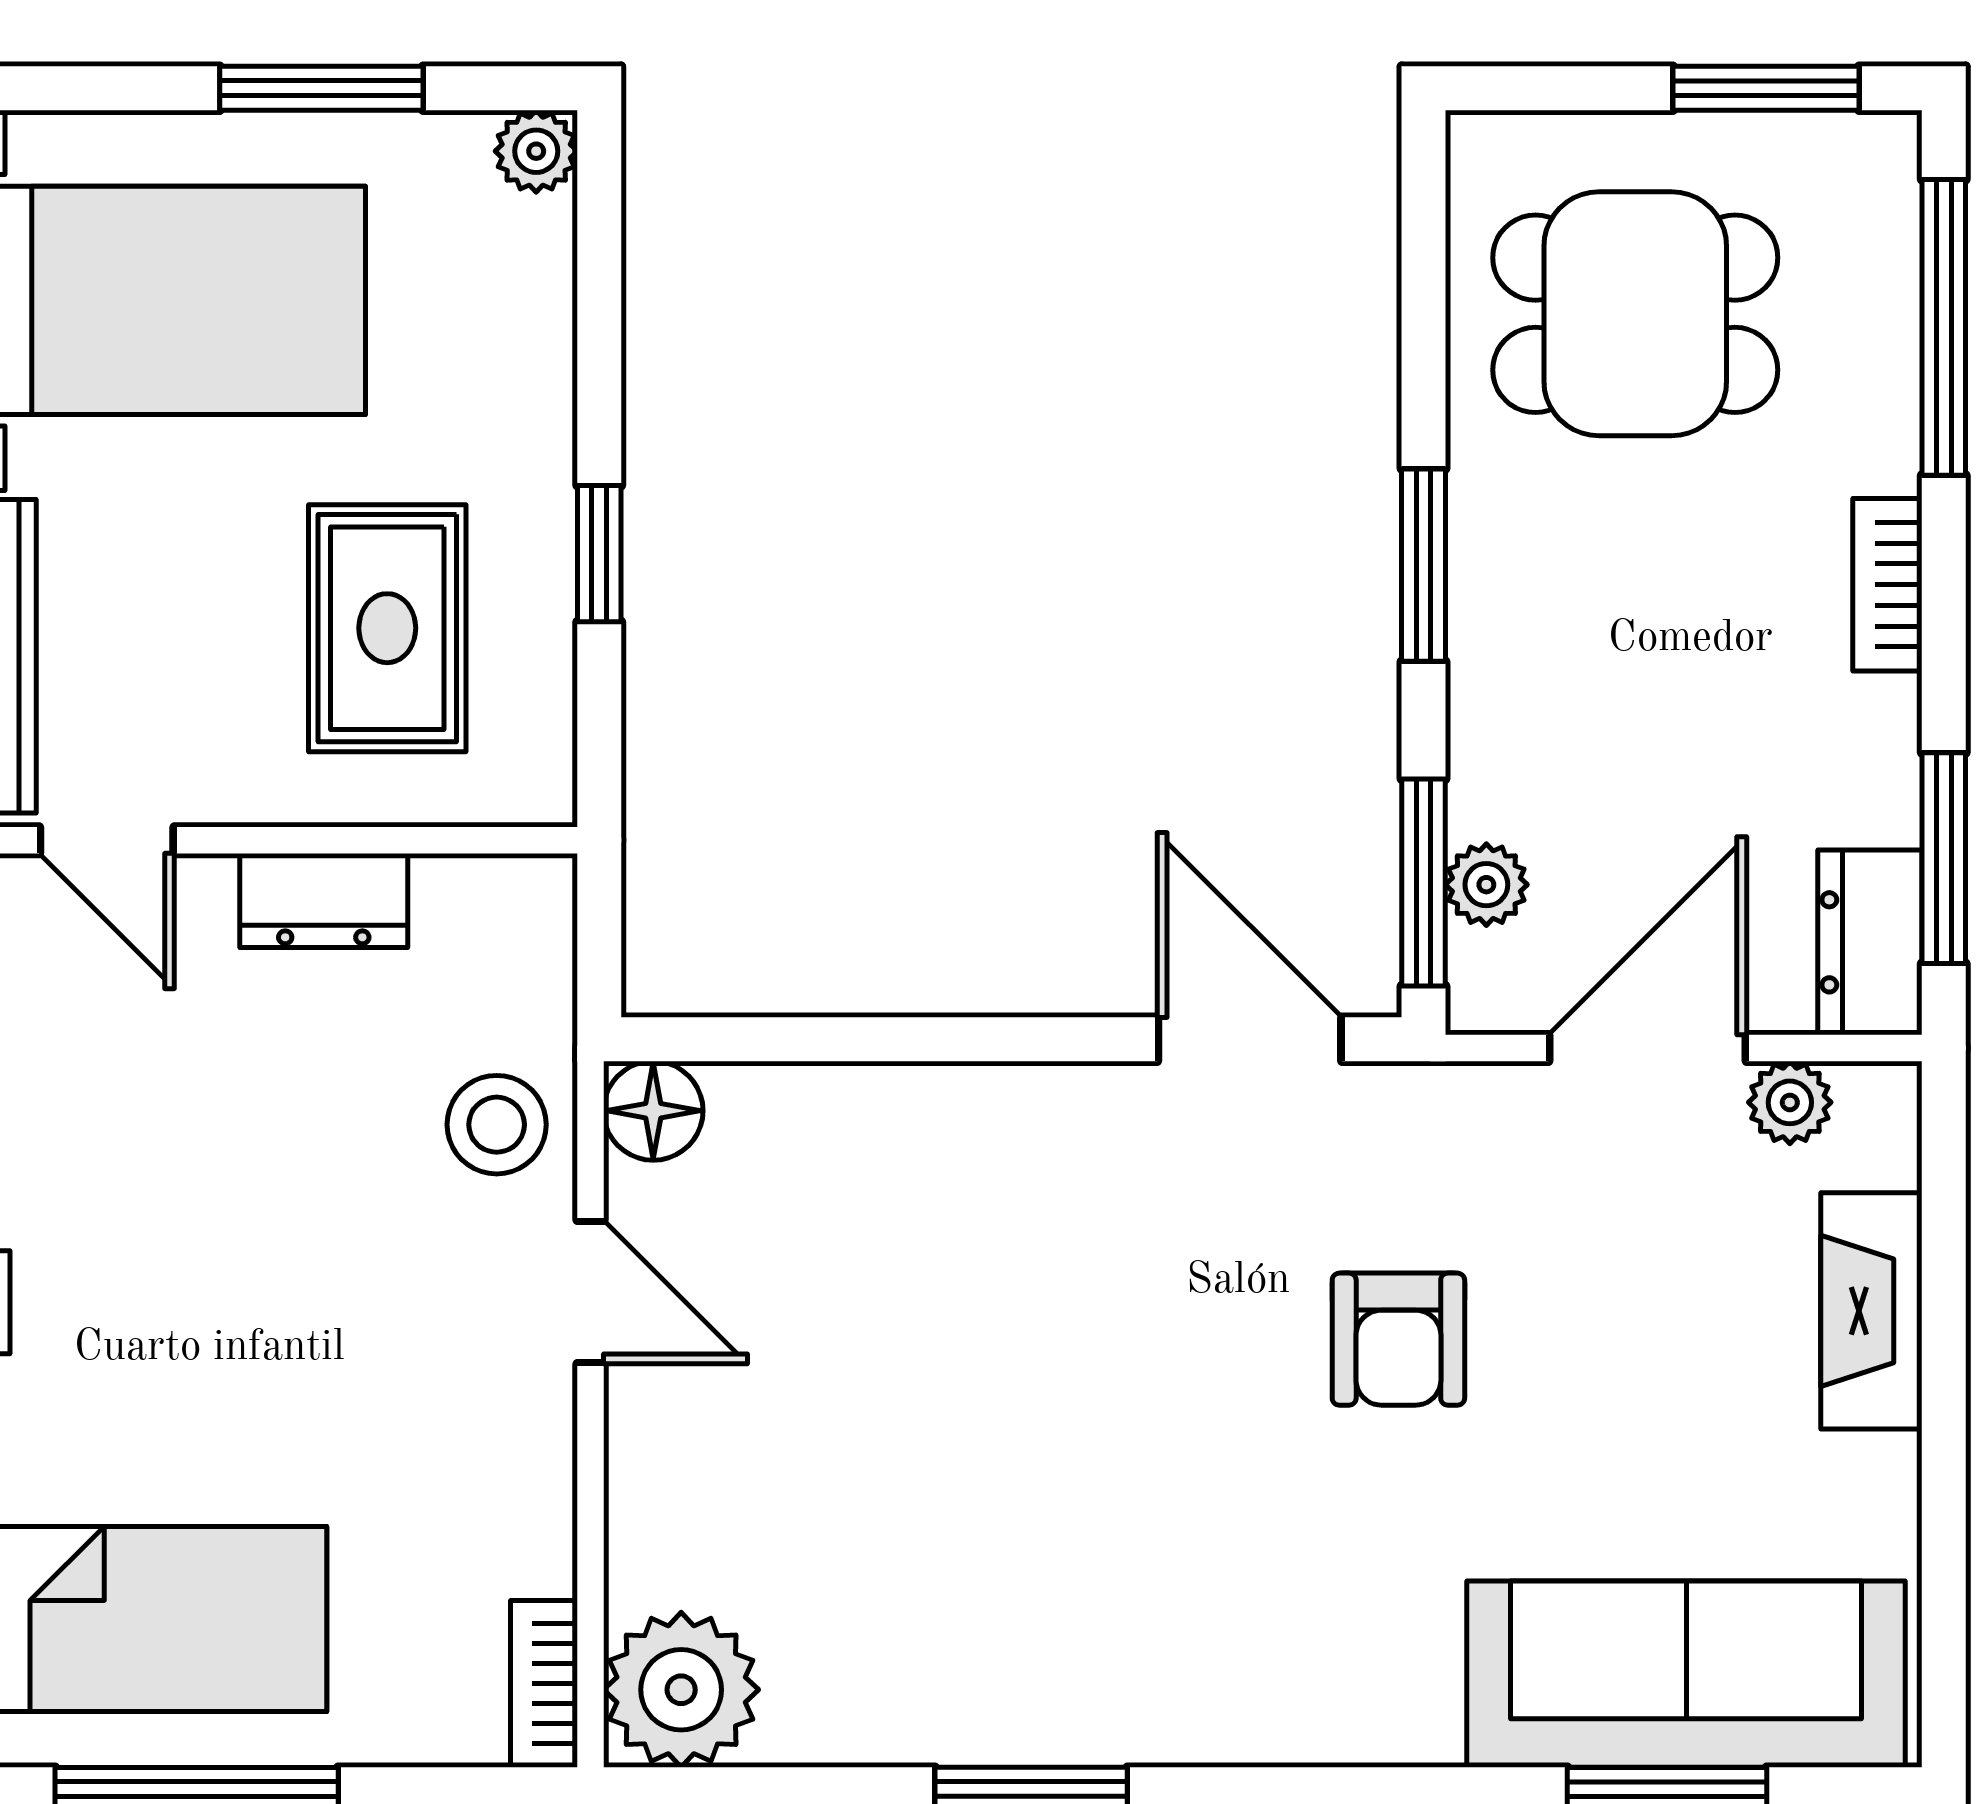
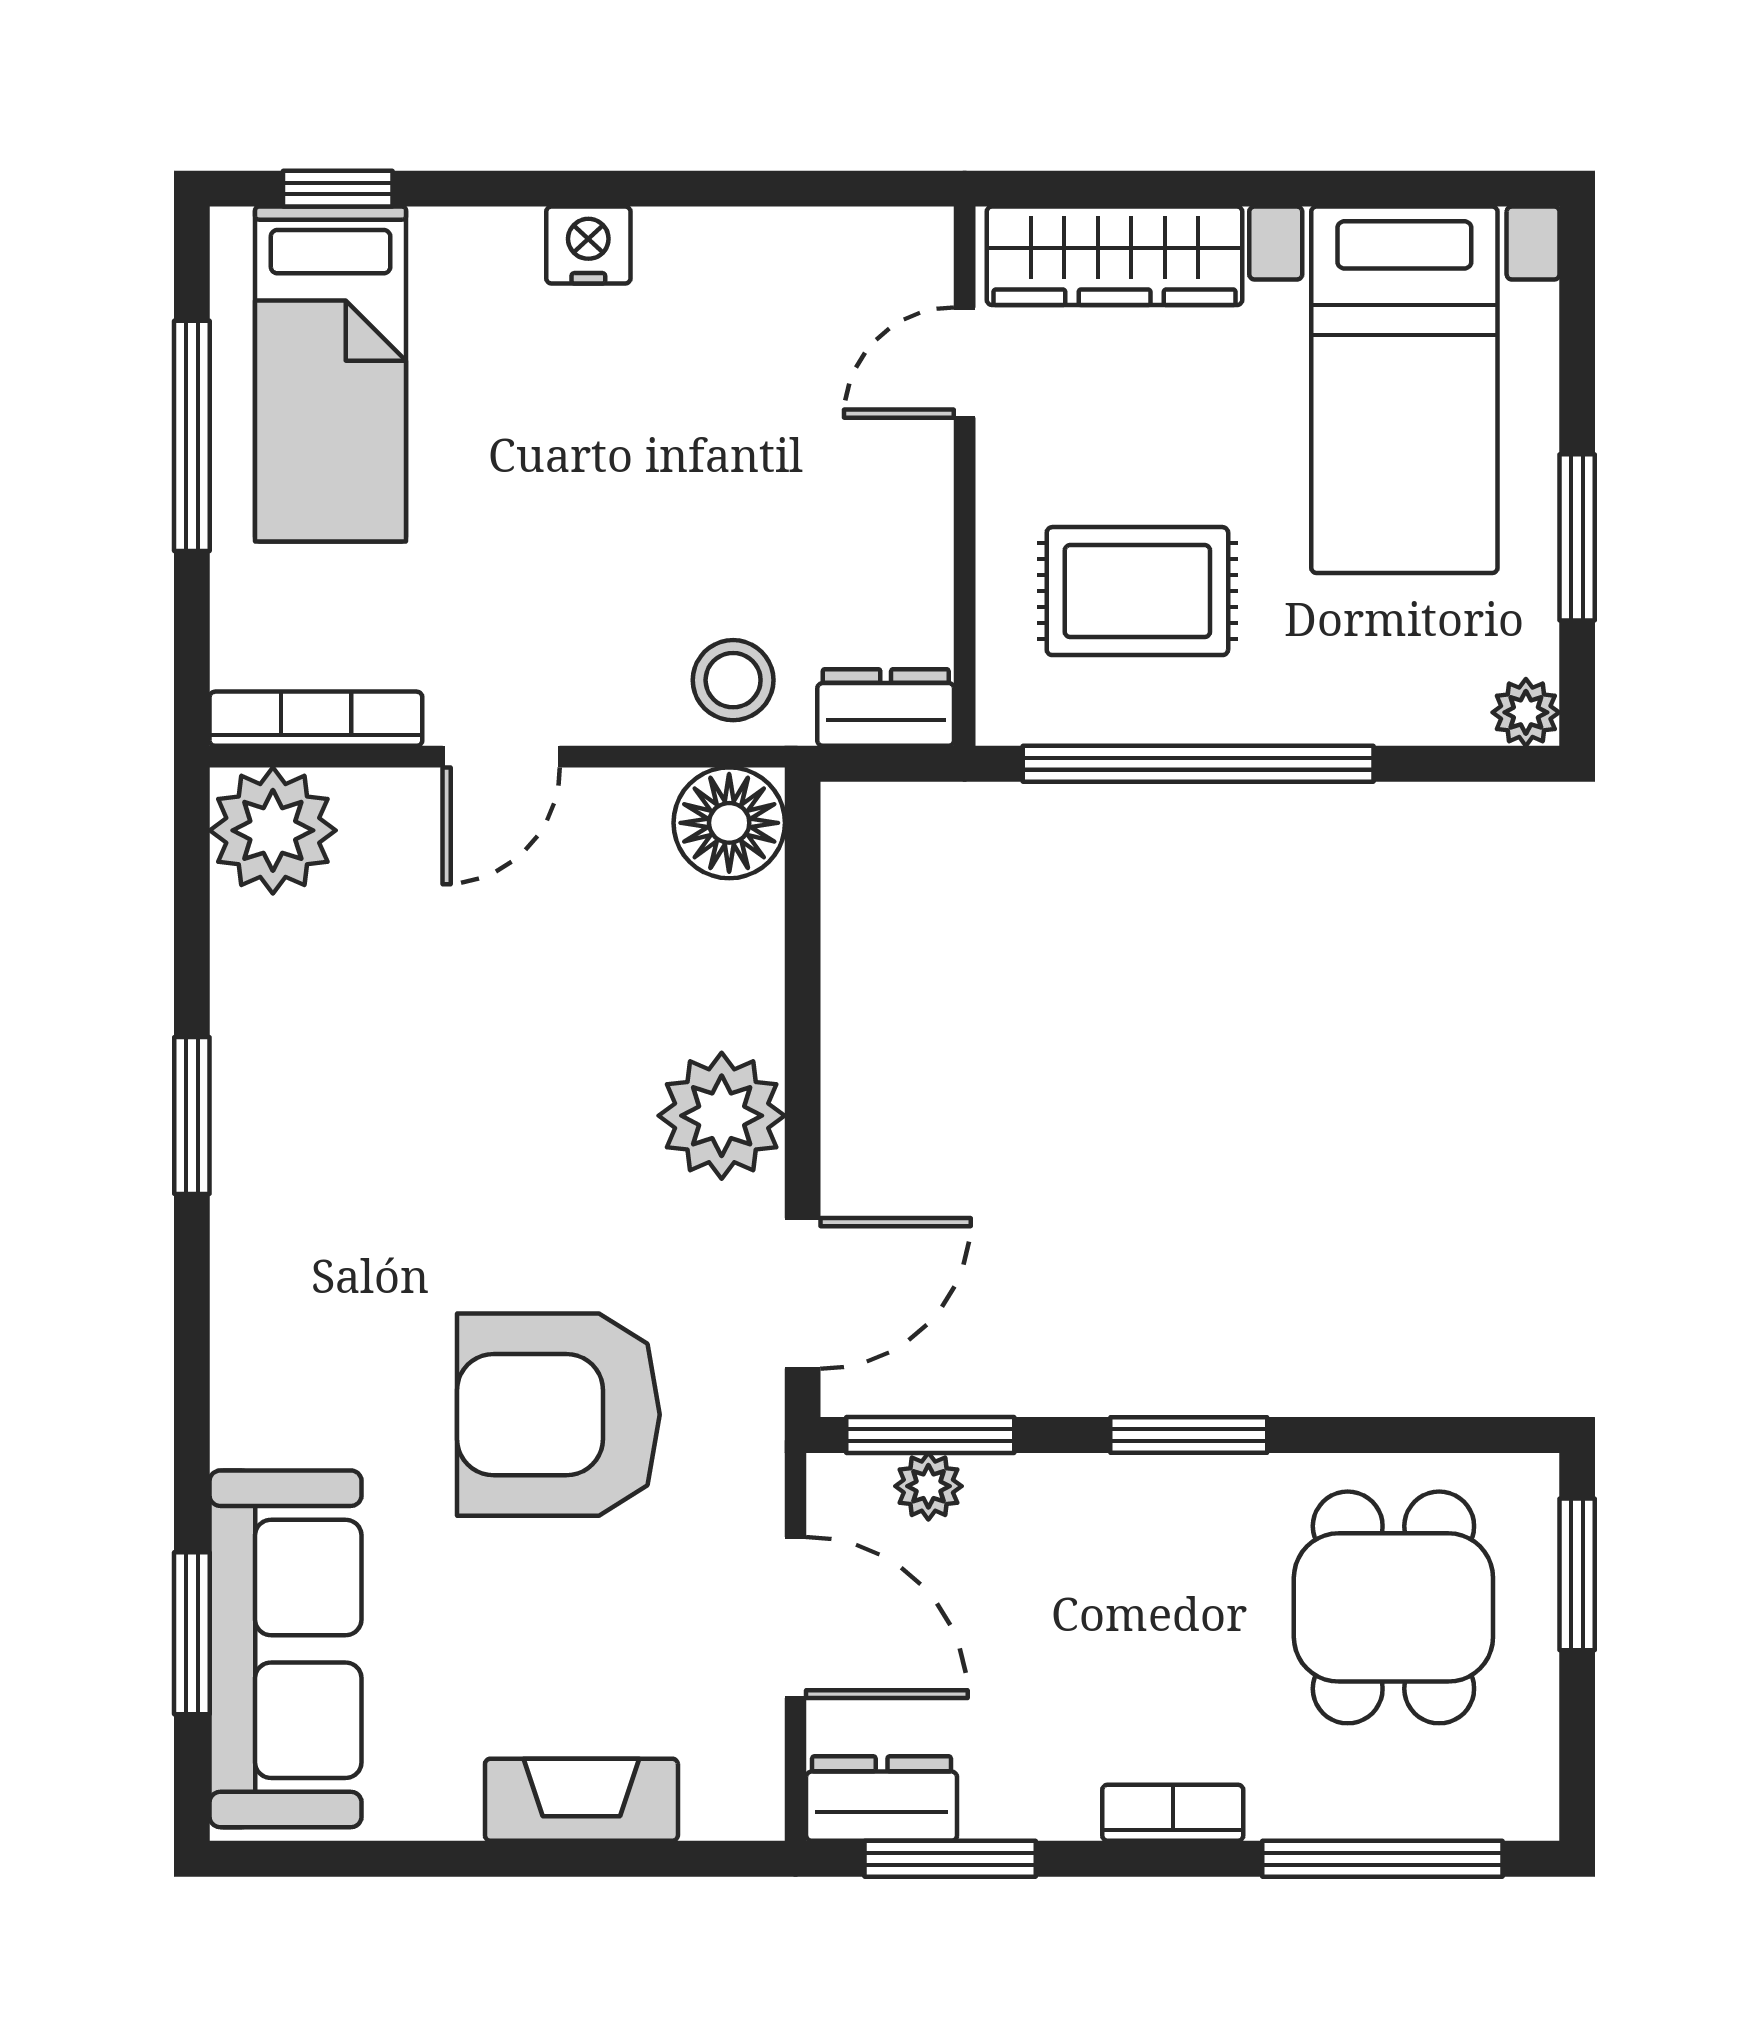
window: (1766, 88) -> (1577, 1574), moved
window: (599, 554) -> (1198, 764), width x3.17
dresser: (324, 901) -> (886, 707), moved, turned 90
plant: (1790, 1102) -> (722, 1116), moved, width x1.88, depth x1.88
floor lamp: (653, 1111) -> (729, 823), width x1.38, depth x1.38
door: (590, 1292) -> (501, 757), moved
armchair: (1398, 1339) -> (558, 1415), width x1.88, depth x1.88
bookcase: (544, 1684) -> (316, 719), width x1.56

